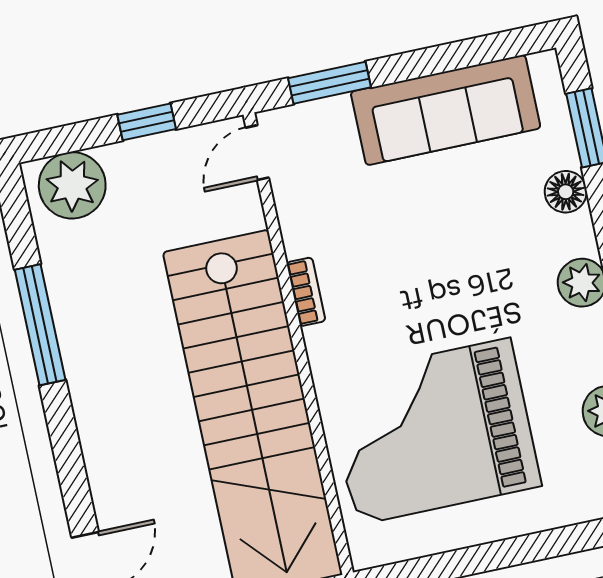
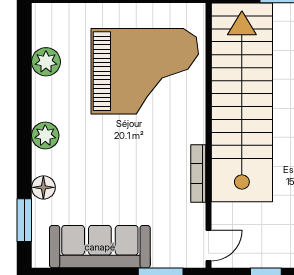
bookcase: (306, 292) -> (198, 173), width x1.56

